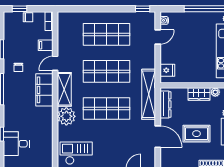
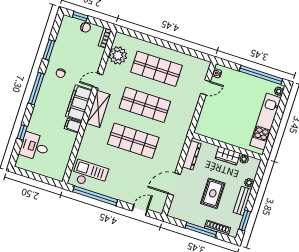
window: (143, 9) -> (200, 55), removed
filing cabinet: (46, 45) -> (73, 126), moved
fridge: (167, 70) -> (204, 123), removed
shelving: (149, 94) -> (179, 140), removed
plant: (66, 116) -> (118, 55), moved
rug: (196, 134) -> (213, 193), turned 90
door: (158, 137) -> (174, 184), swing flipped

